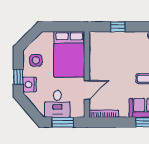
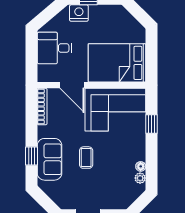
corner sofa: (106, 56) -> (115, 110), added
side table: (36, 60) -> (109, 21), removed
window: (63, 122) -> (32, 55), removed

